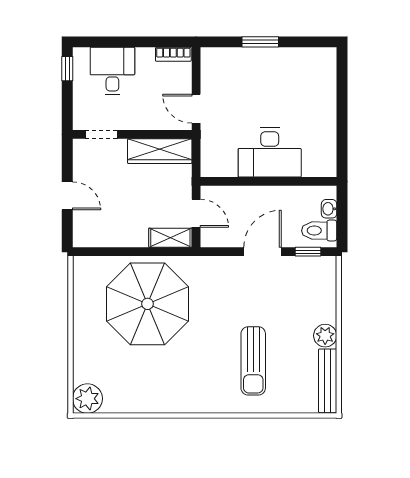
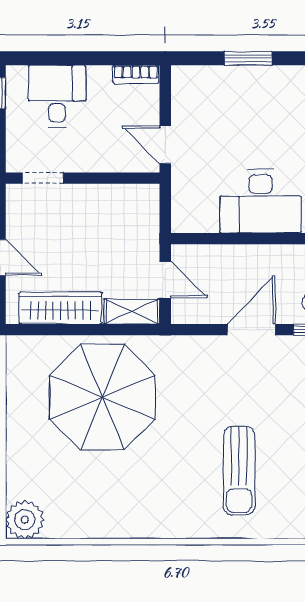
wardrobe: (160, 151) -> (60, 308), moved, turned 180

